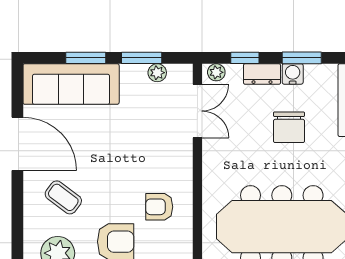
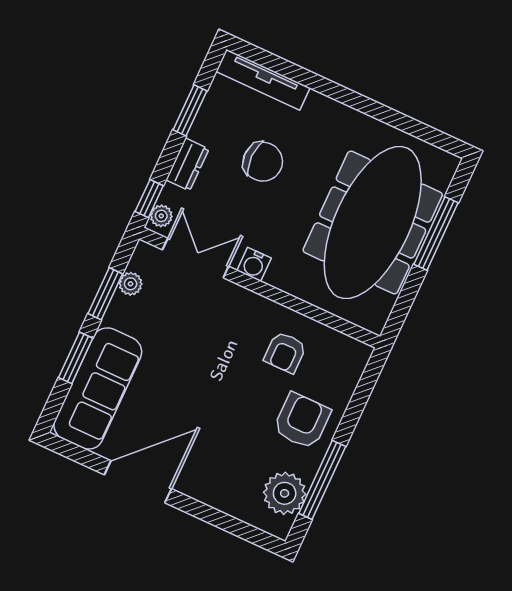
window: (245, 58) -> (149, 199), moved
water cooler: (293, 74) -> (254, 264), moved, turned -90
coffee table: (63, 197) -> (224, 457), removed

